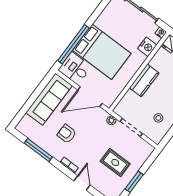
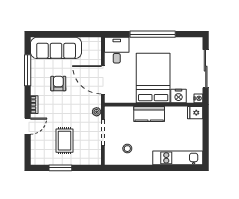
window: (73, 44) -> (153, 34), moved
bed: (102, 52) -> (153, 78), moved, turned 180
sofa: (49, 99) -> (56, 48), moved

